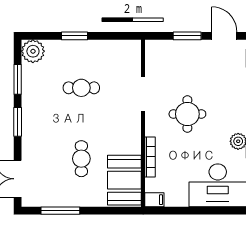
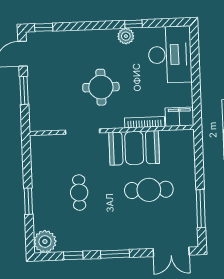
window: (18, 79) -> (73, 256), width x0.67
cafe table: (81, 159) -> (149, 190), width x1.37, depth x1.35
booth: (124, 180) -> (134, 148), moved
filing cabinet: (154, 200) -> (179, 117), width x2.00

